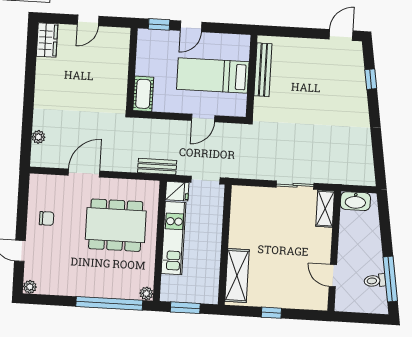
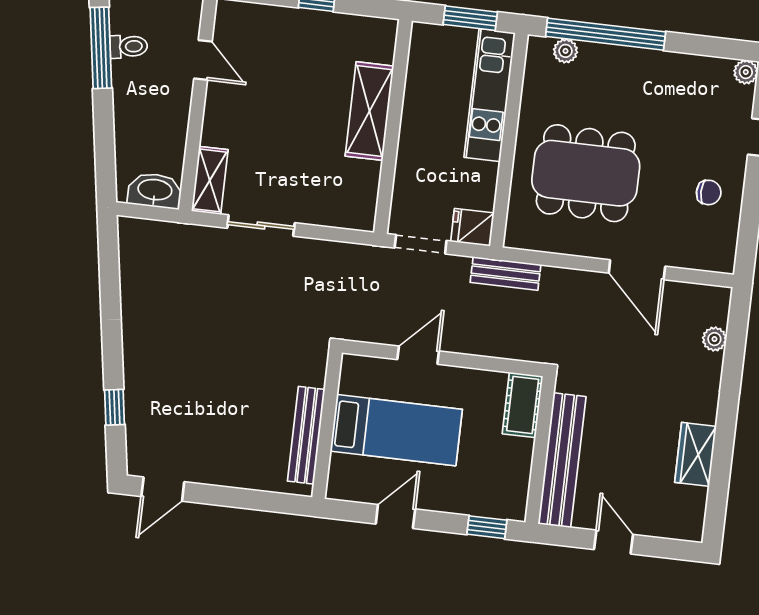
door: (88, 20) -> (613, 542), hinge flipped
door: (191, 26) -> (395, 516), moved
wardrobe: (47, 40) -> (695, 454), moved
bench: (119, 64) -> (562, 460), added
door: (84, 173) -> (637, 270), hinge flipped
chair: (47, 218) -> (709, 192), turned 180
kitchen unit: (173, 238) -> (490, 95), moved
shelving: (237, 276) -> (369, 111), moved
plant: (146, 294) -> (566, 51), moved

